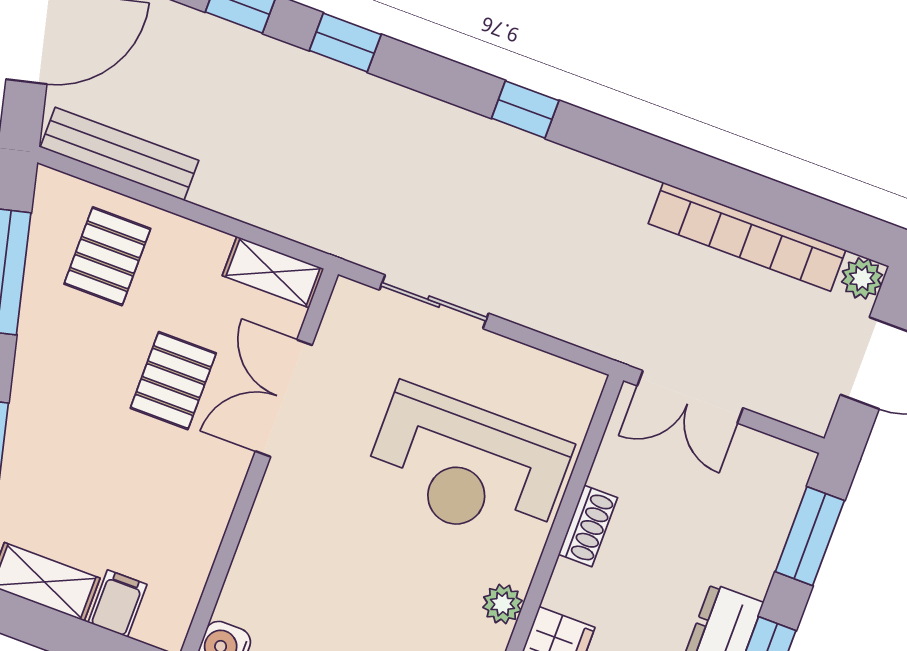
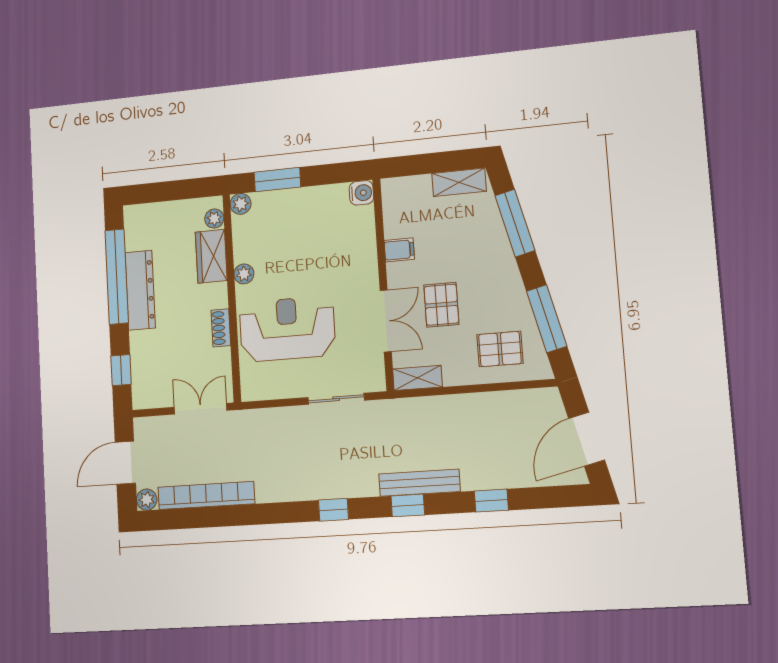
window: (345, 43) -> (408, 505), moved
bench: (120, 154) -> (419, 483), moved
pallet: (107, 256) -> (500, 349), turned 90
window: (810, 536) -> (121, 370), width x0.67
filing cabinet: (117, 603) -> (399, 250), moved, turned -90

